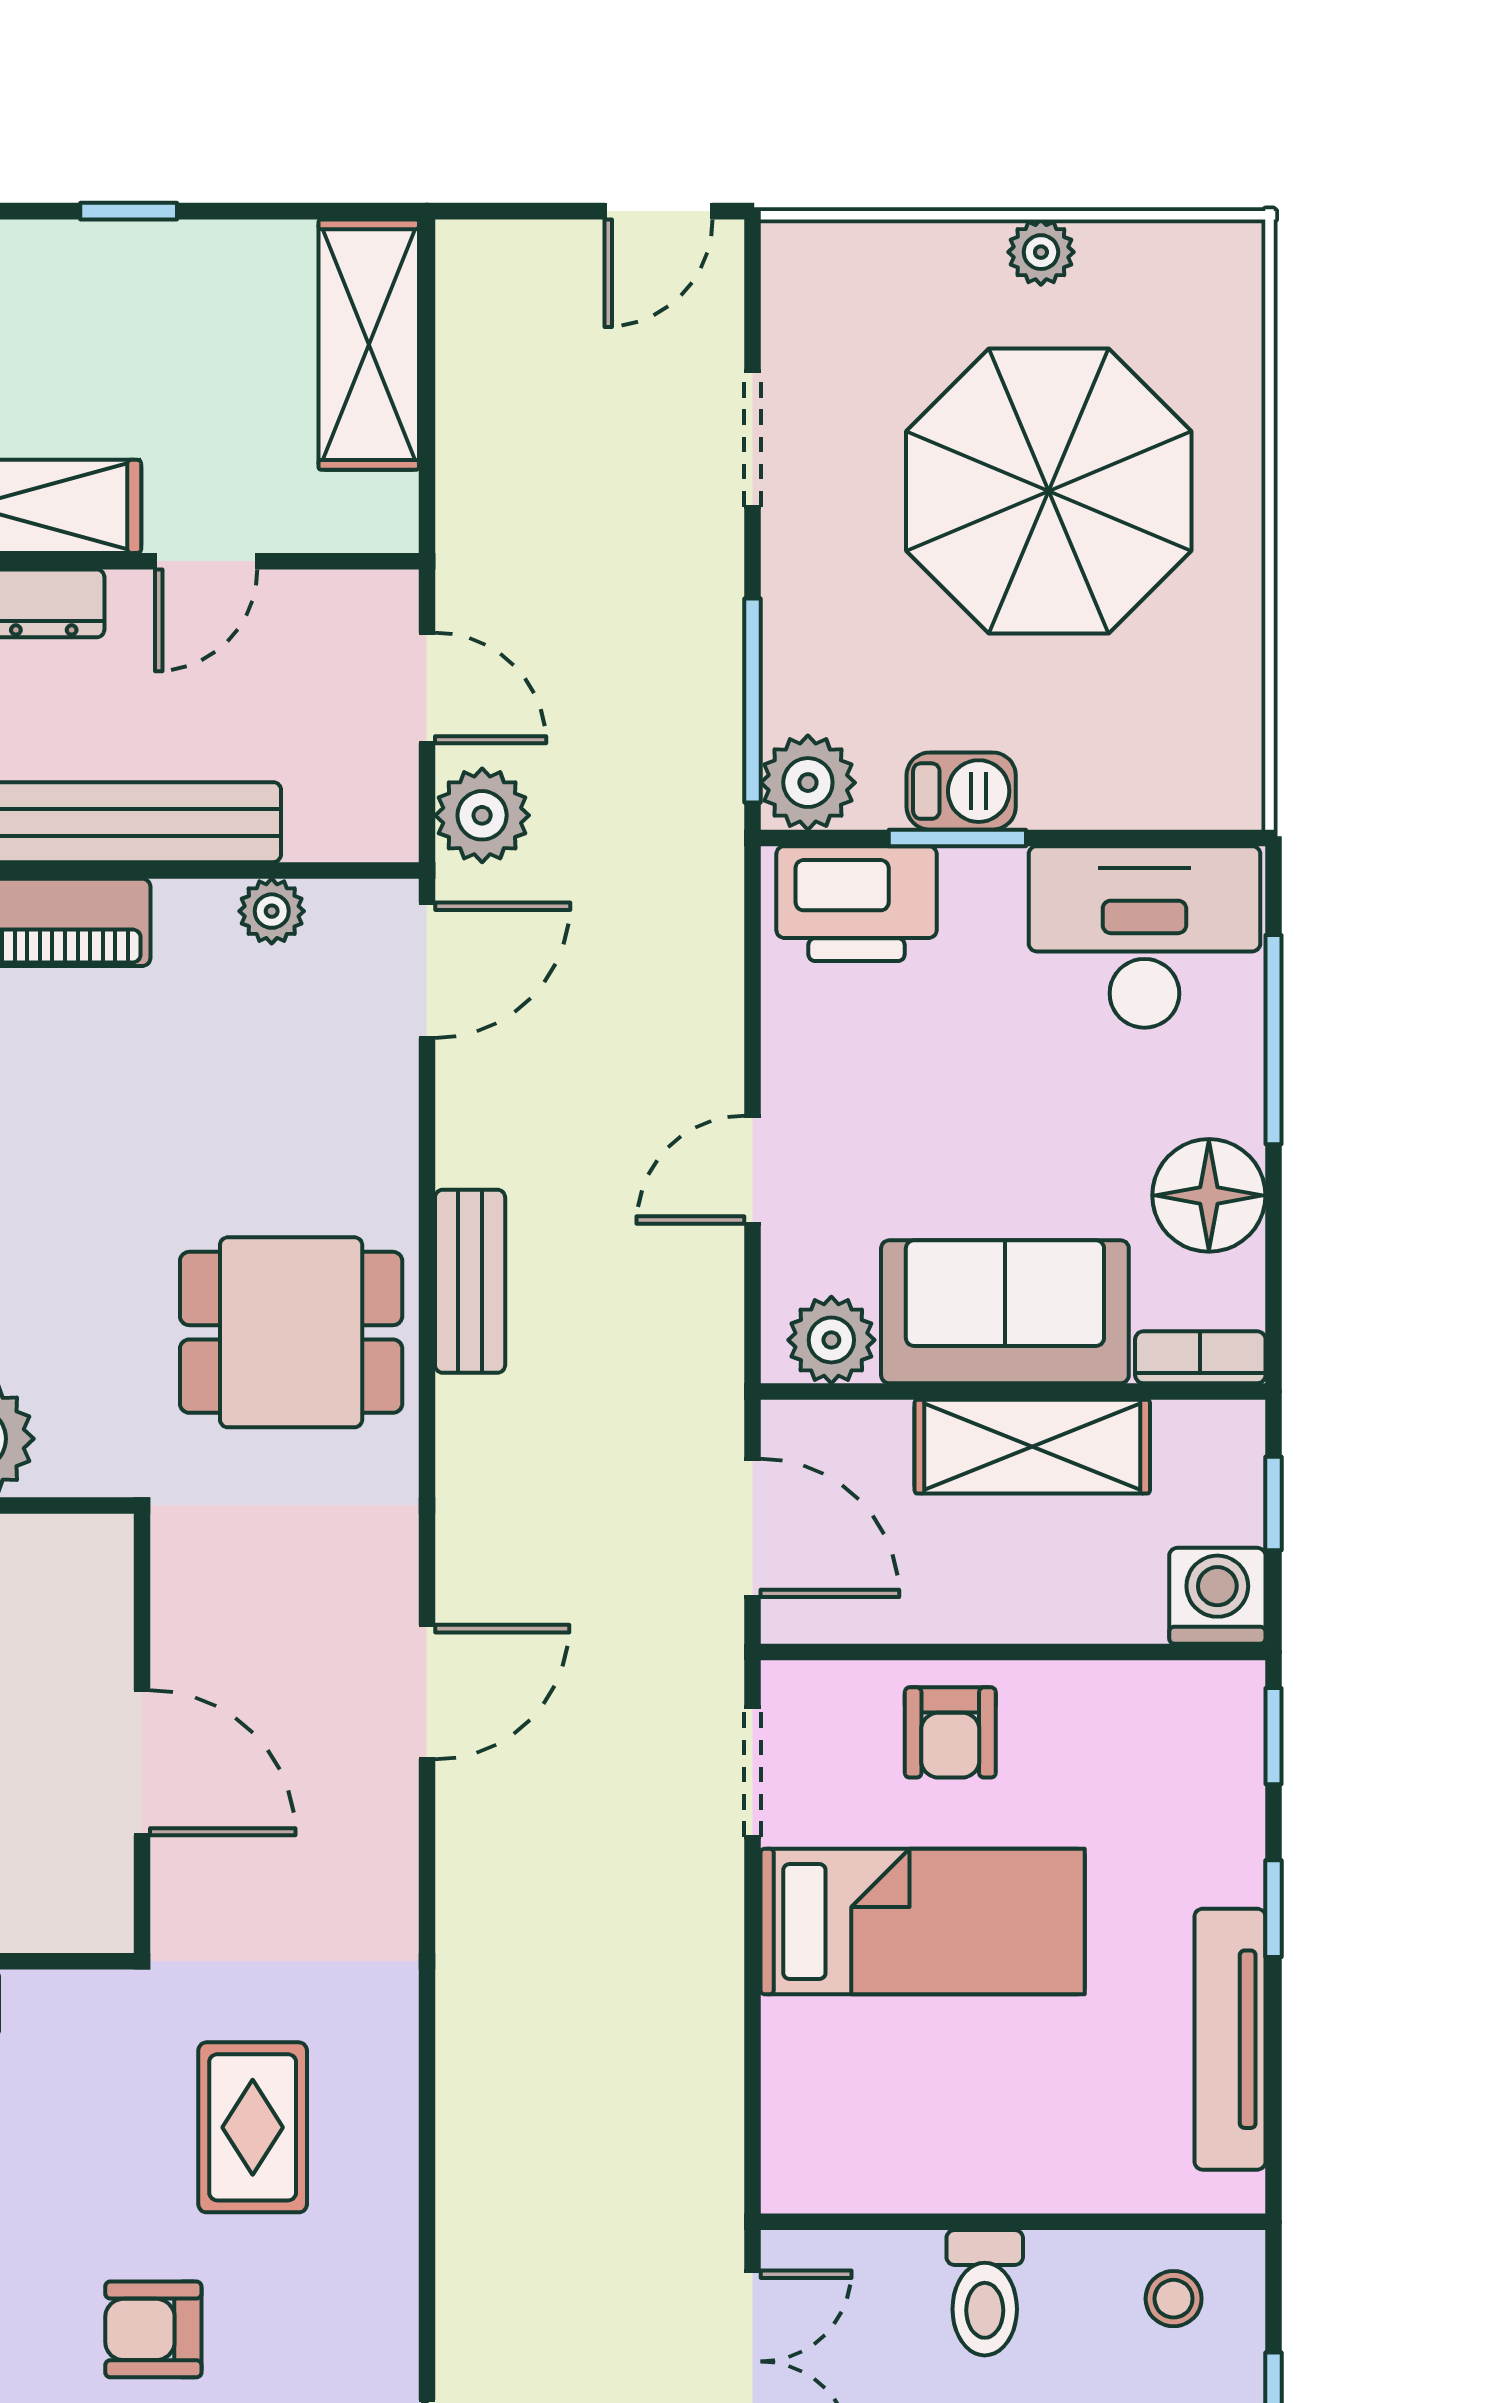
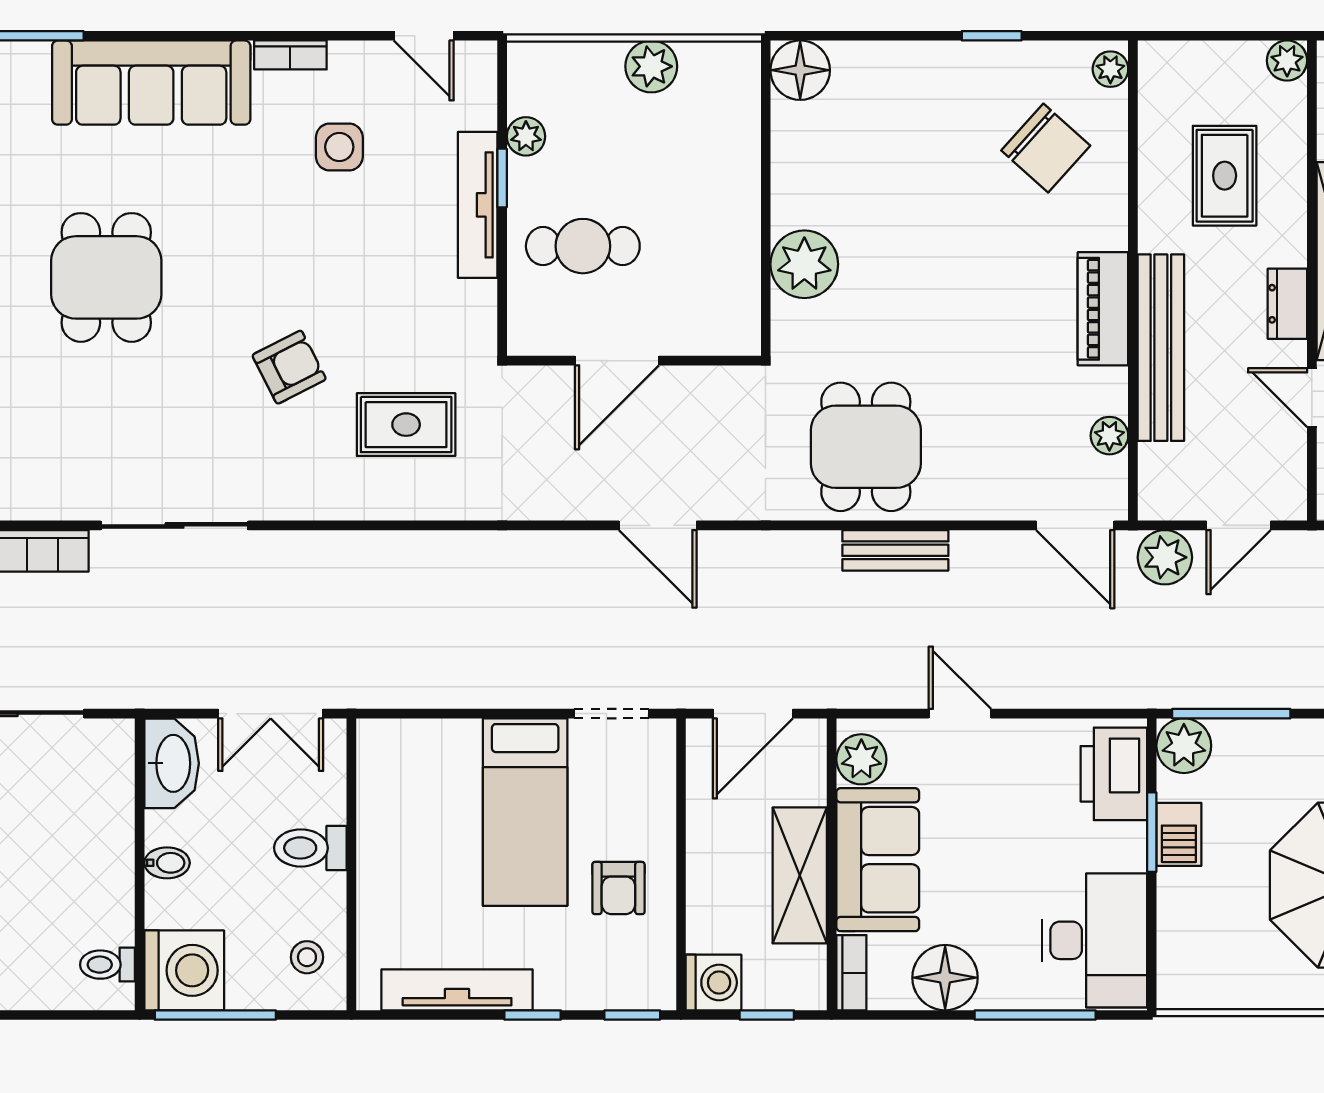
armchair: (950, 1732) -> (618, 888), moved, turned -90
armchair: (153, 2329) -> (289, 367), turned 63

